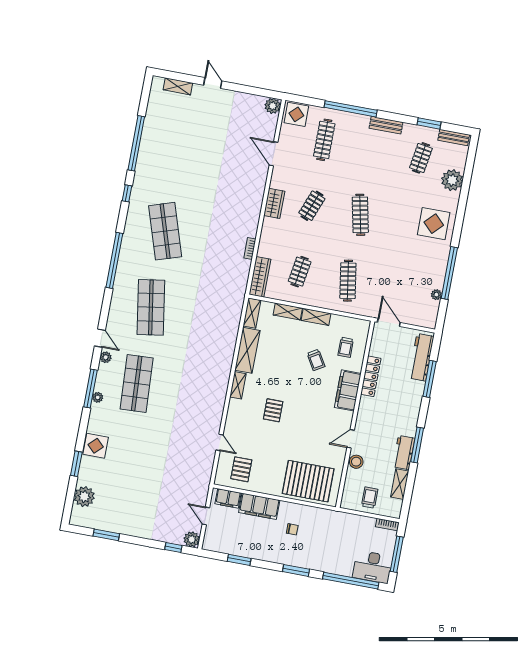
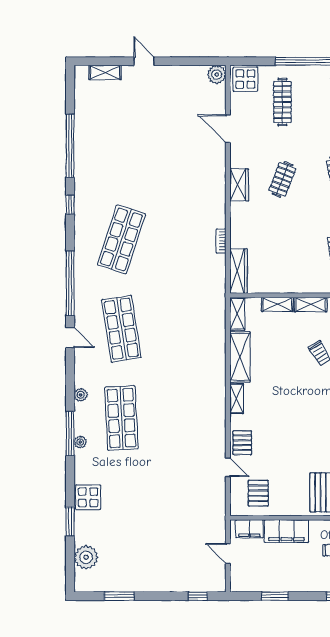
shop shelf: (165, 231) -> (121, 239), turned 36
clothes rail: (300, 272) -> (282, 257), removed
door: (100, 338) -> (70, 338), moved
pallet: (273, 410) -> (242, 443), moved
plant: (192, 539) -> (217, 583), removed

